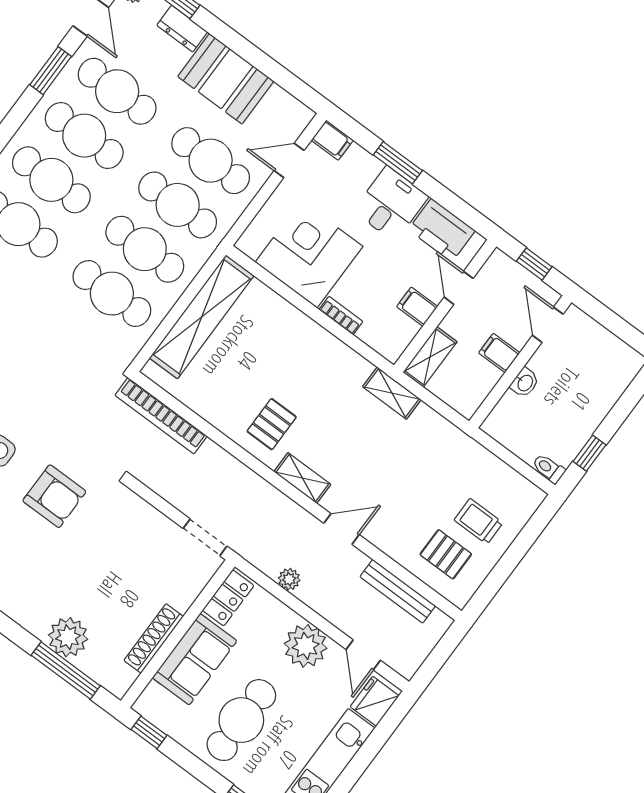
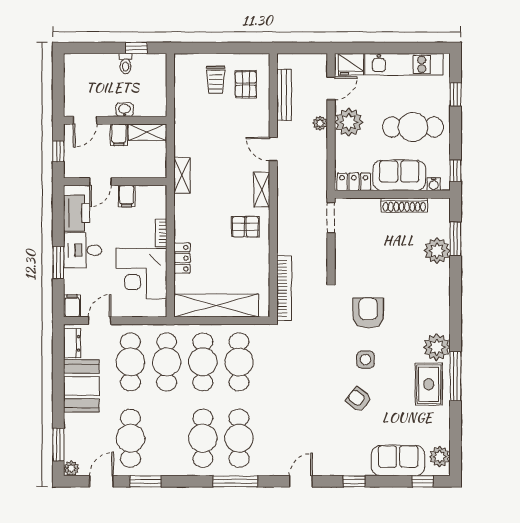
dresser: (182, 29) -> (72, 343), moved
cafe table: (84, 136) -> (167, 438), removed
door: (289, 160) -> (100, 321), swing flipped
locker: (291, 318) -> (182, 258), added
shelving: (430, 357) -> (147, 132), moved
toilet: (549, 468) -> (126, 64), moved
plant: (289, 579) -> (320, 123), moved
window: (66, 670) -> (456, 239), width x0.69
water cooler: (153, 693) -> (434, 184), added

